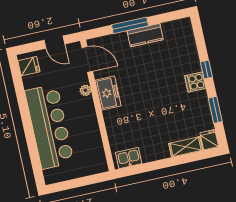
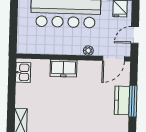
kitchen counter: (145, 35) -> (122, 100), moved
freezer: (108, 93) -> (63, 68), moved

